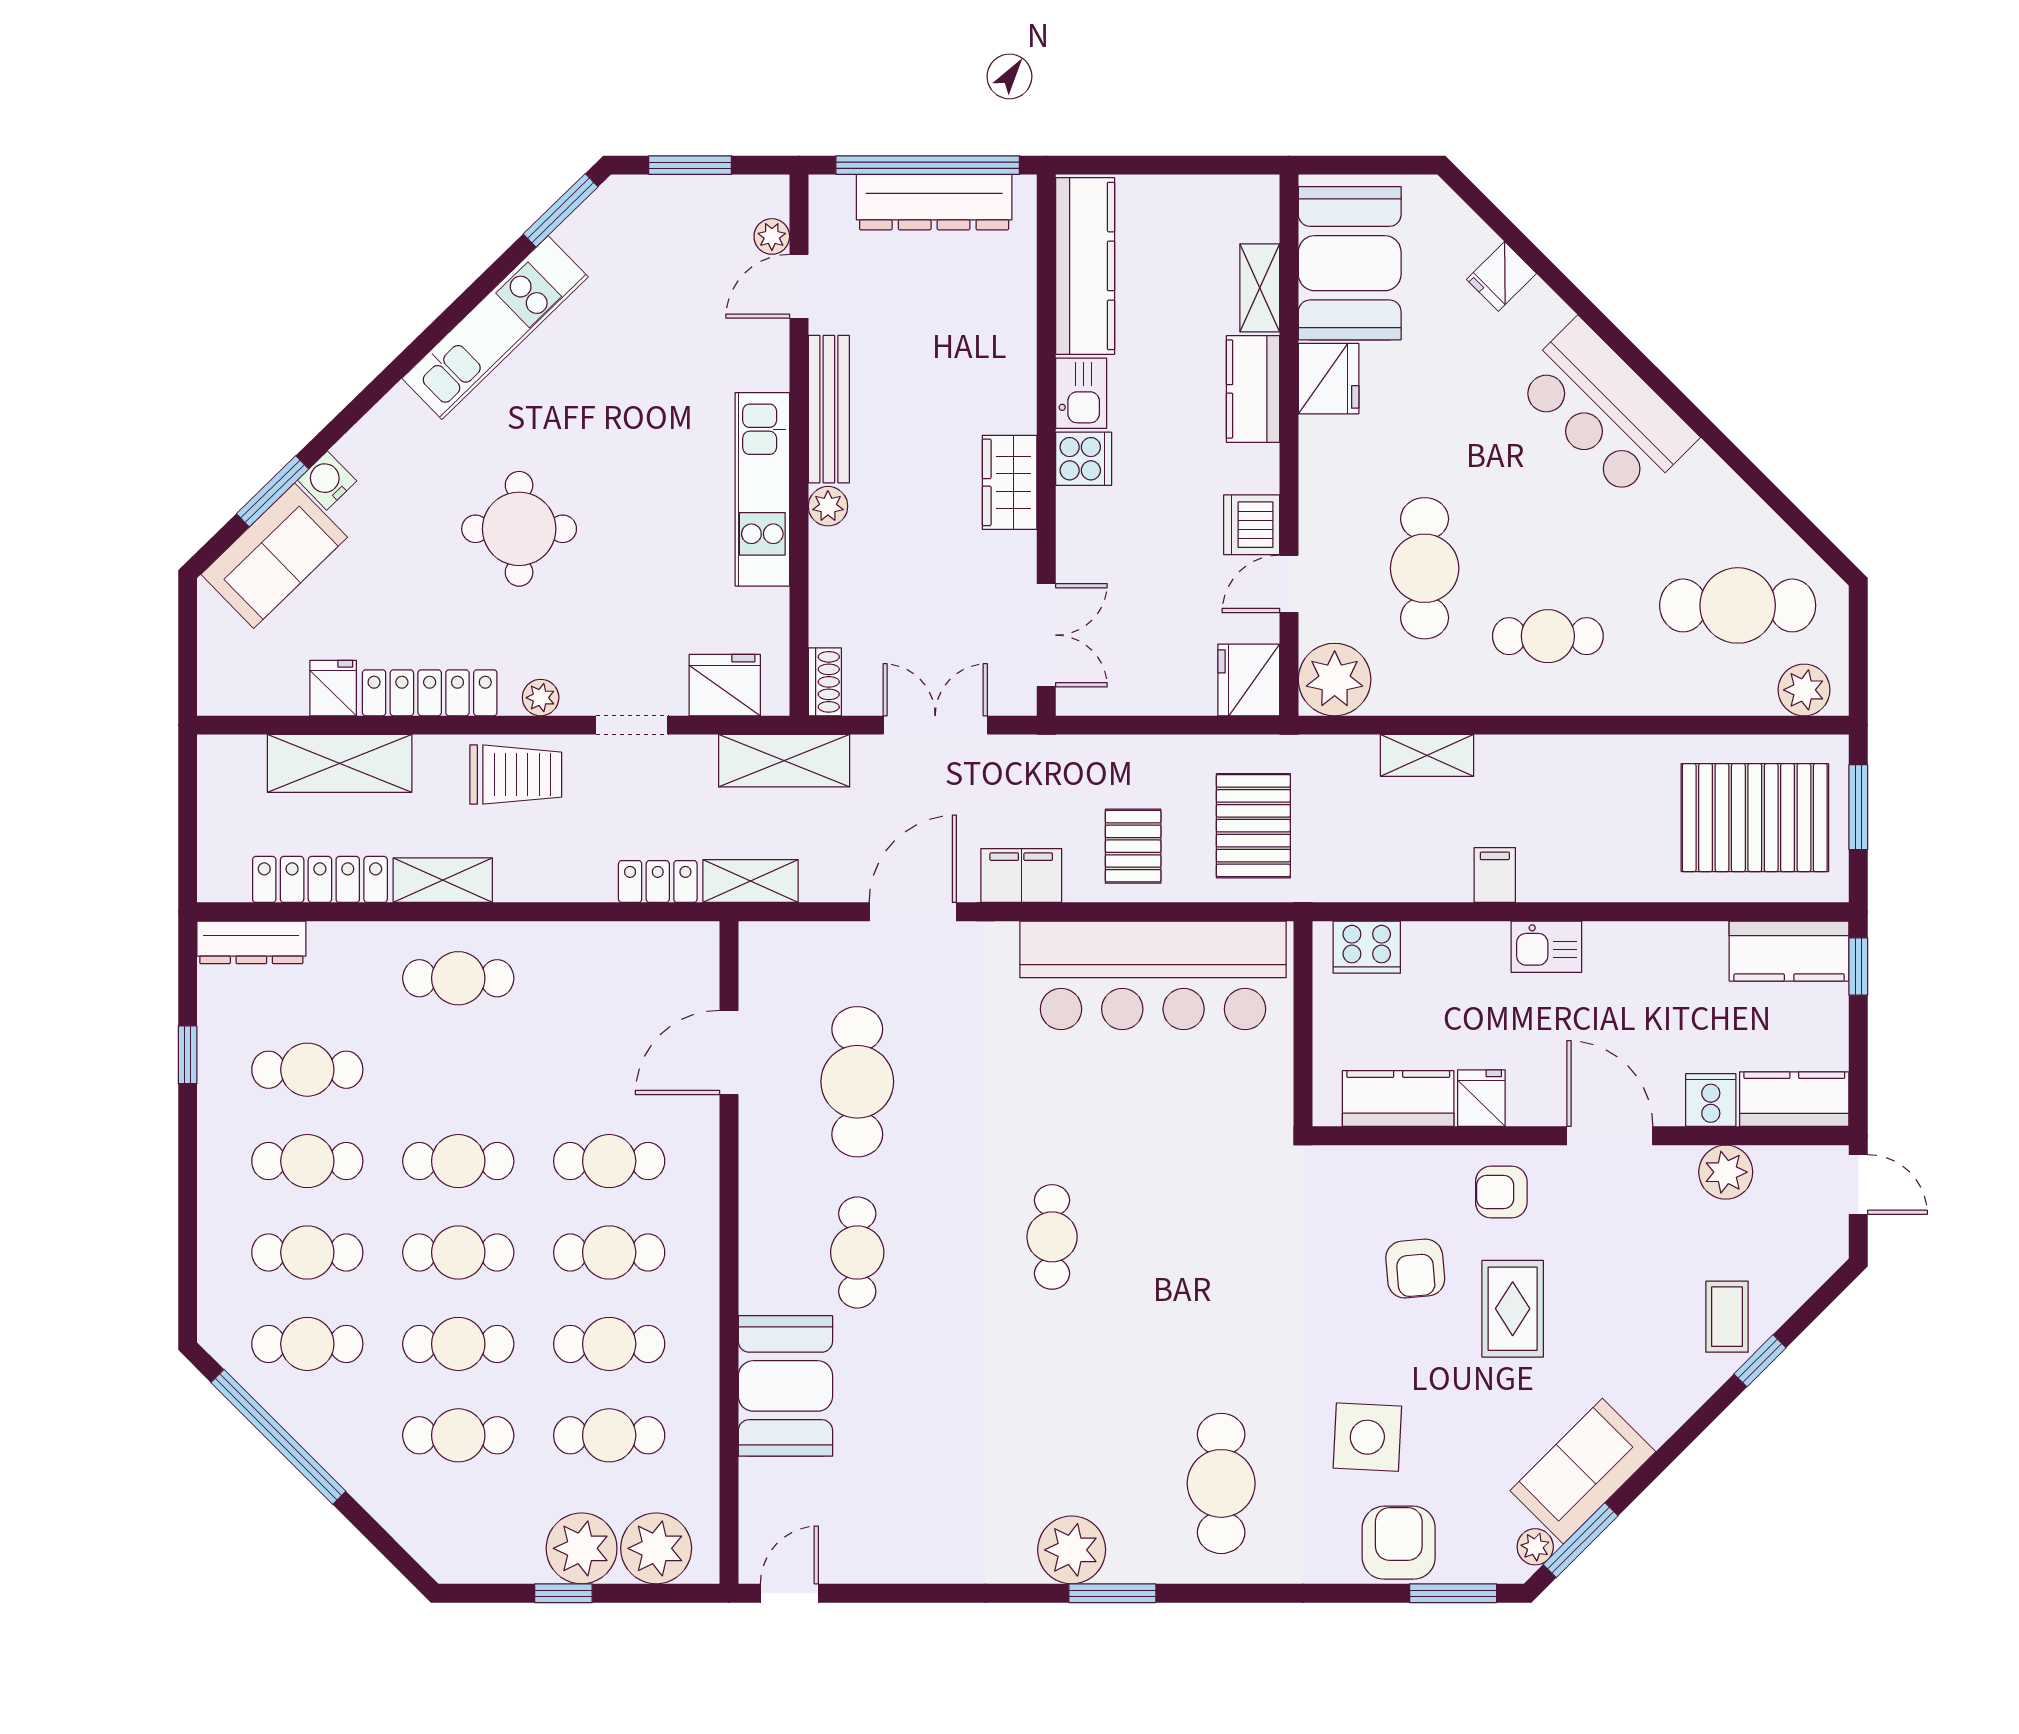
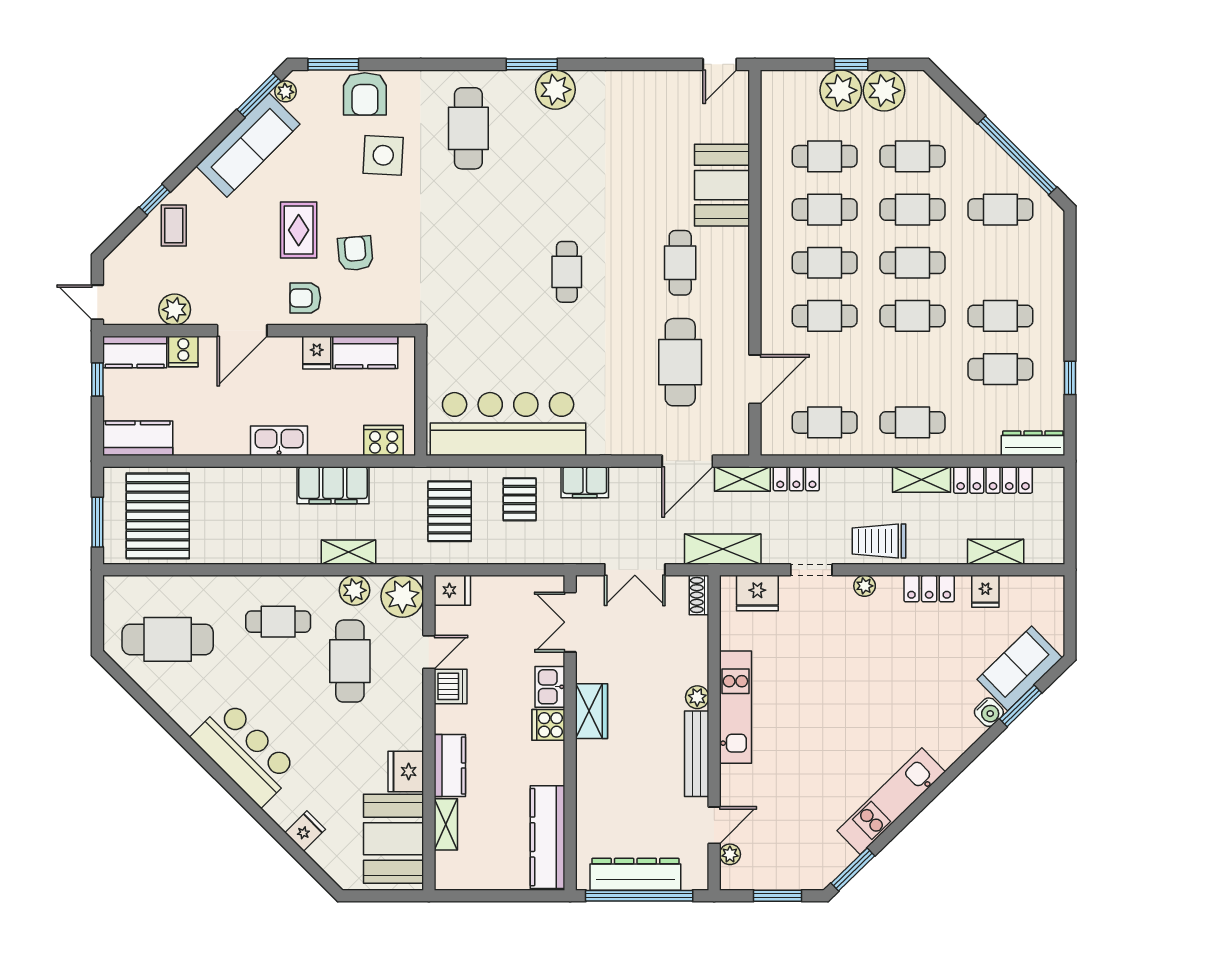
kitchen sink: (1081, 393) -> (550, 687), moved
round table: (519, 529) -> (877, 684), removed
fridge: (1249, 680) -> (452, 590), width x0.72
plant: (1804, 690) -> (354, 590), moved
locker: (430, 693) -> (929, 589), width x0.66
shelving: (340, 763) -> (996, 552), width x0.67, depth x0.75
pallet: (1755, 818) -> (158, 516), turned 90
filing cabinet: (1495, 875) -> (333, 485), width x3.00, depth x1.17
door: (913, 912) -> (687, 461), moved
kitchen sink: (1546, 947) -> (279, 441), width x1.38
window: (1858, 967) -> (97, 380), moved
door: (1610, 1136) -> (242, 331), hinge flipped
armchair: (1501, 1192) -> (305, 298), turned 180
cafe table: (307, 1252) -> (825, 422), moved
sofa: (1583, 1471) -> (248, 145), width x1.36
plant: (656, 1548) -> (884, 90), moved

